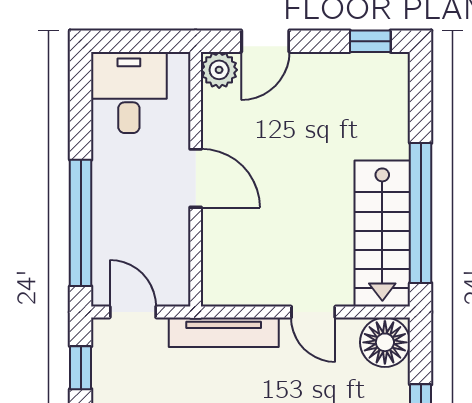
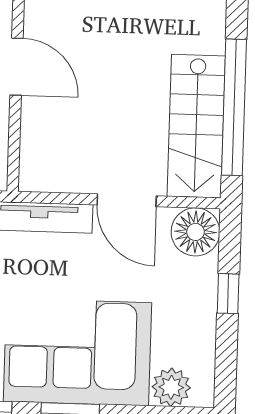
door: (313, 312) -> (127, 200), width x1.38

